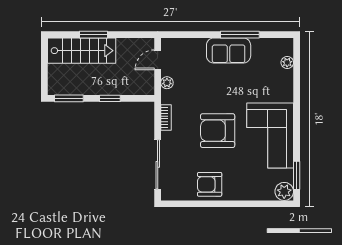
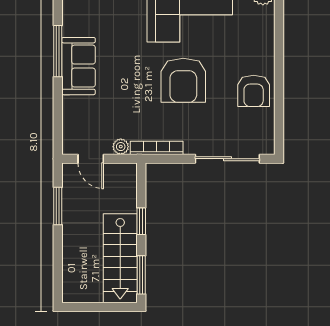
window: (93, 35) -> (58, 206), moved
stairs: (82, 51) -> (120, 258), moved, turned 180
bookcase: (166, 117) -> (157, 148), width x1.56

